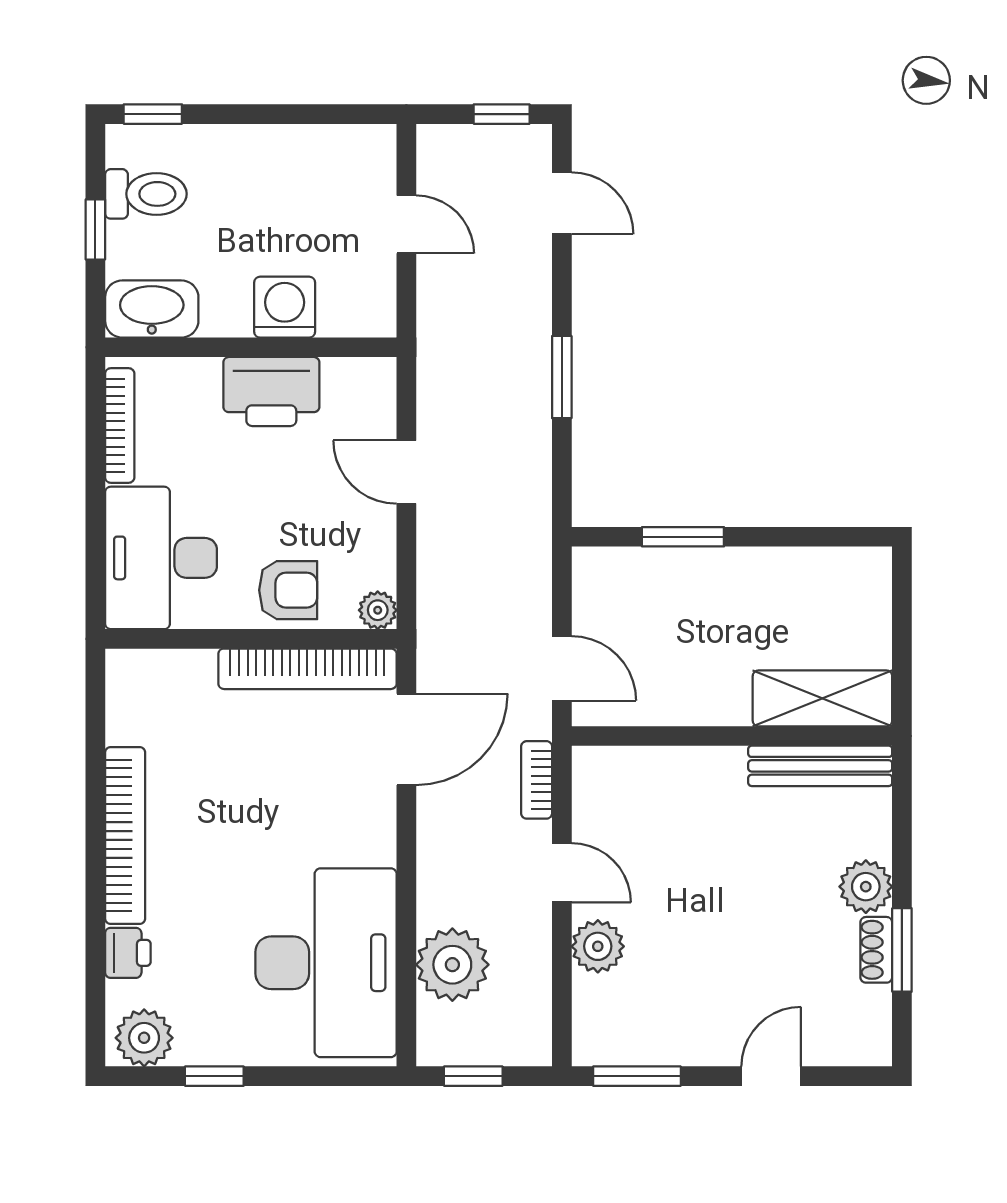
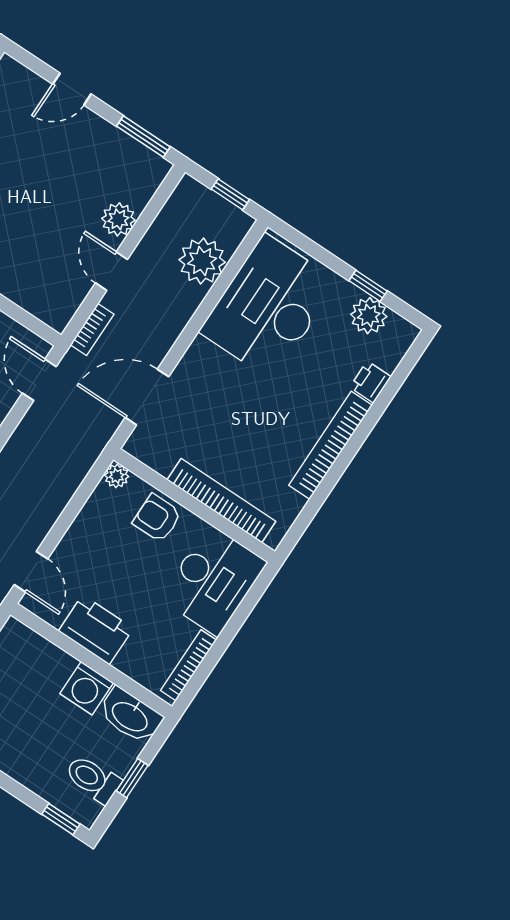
washing machine: (285, 307) -> (87, 688), moved
door: (406, 472) -> (31, 572), moved
bookcase: (307, 669) -> (221, 501), moved
plant: (144, 1038) -> (369, 316), moved

